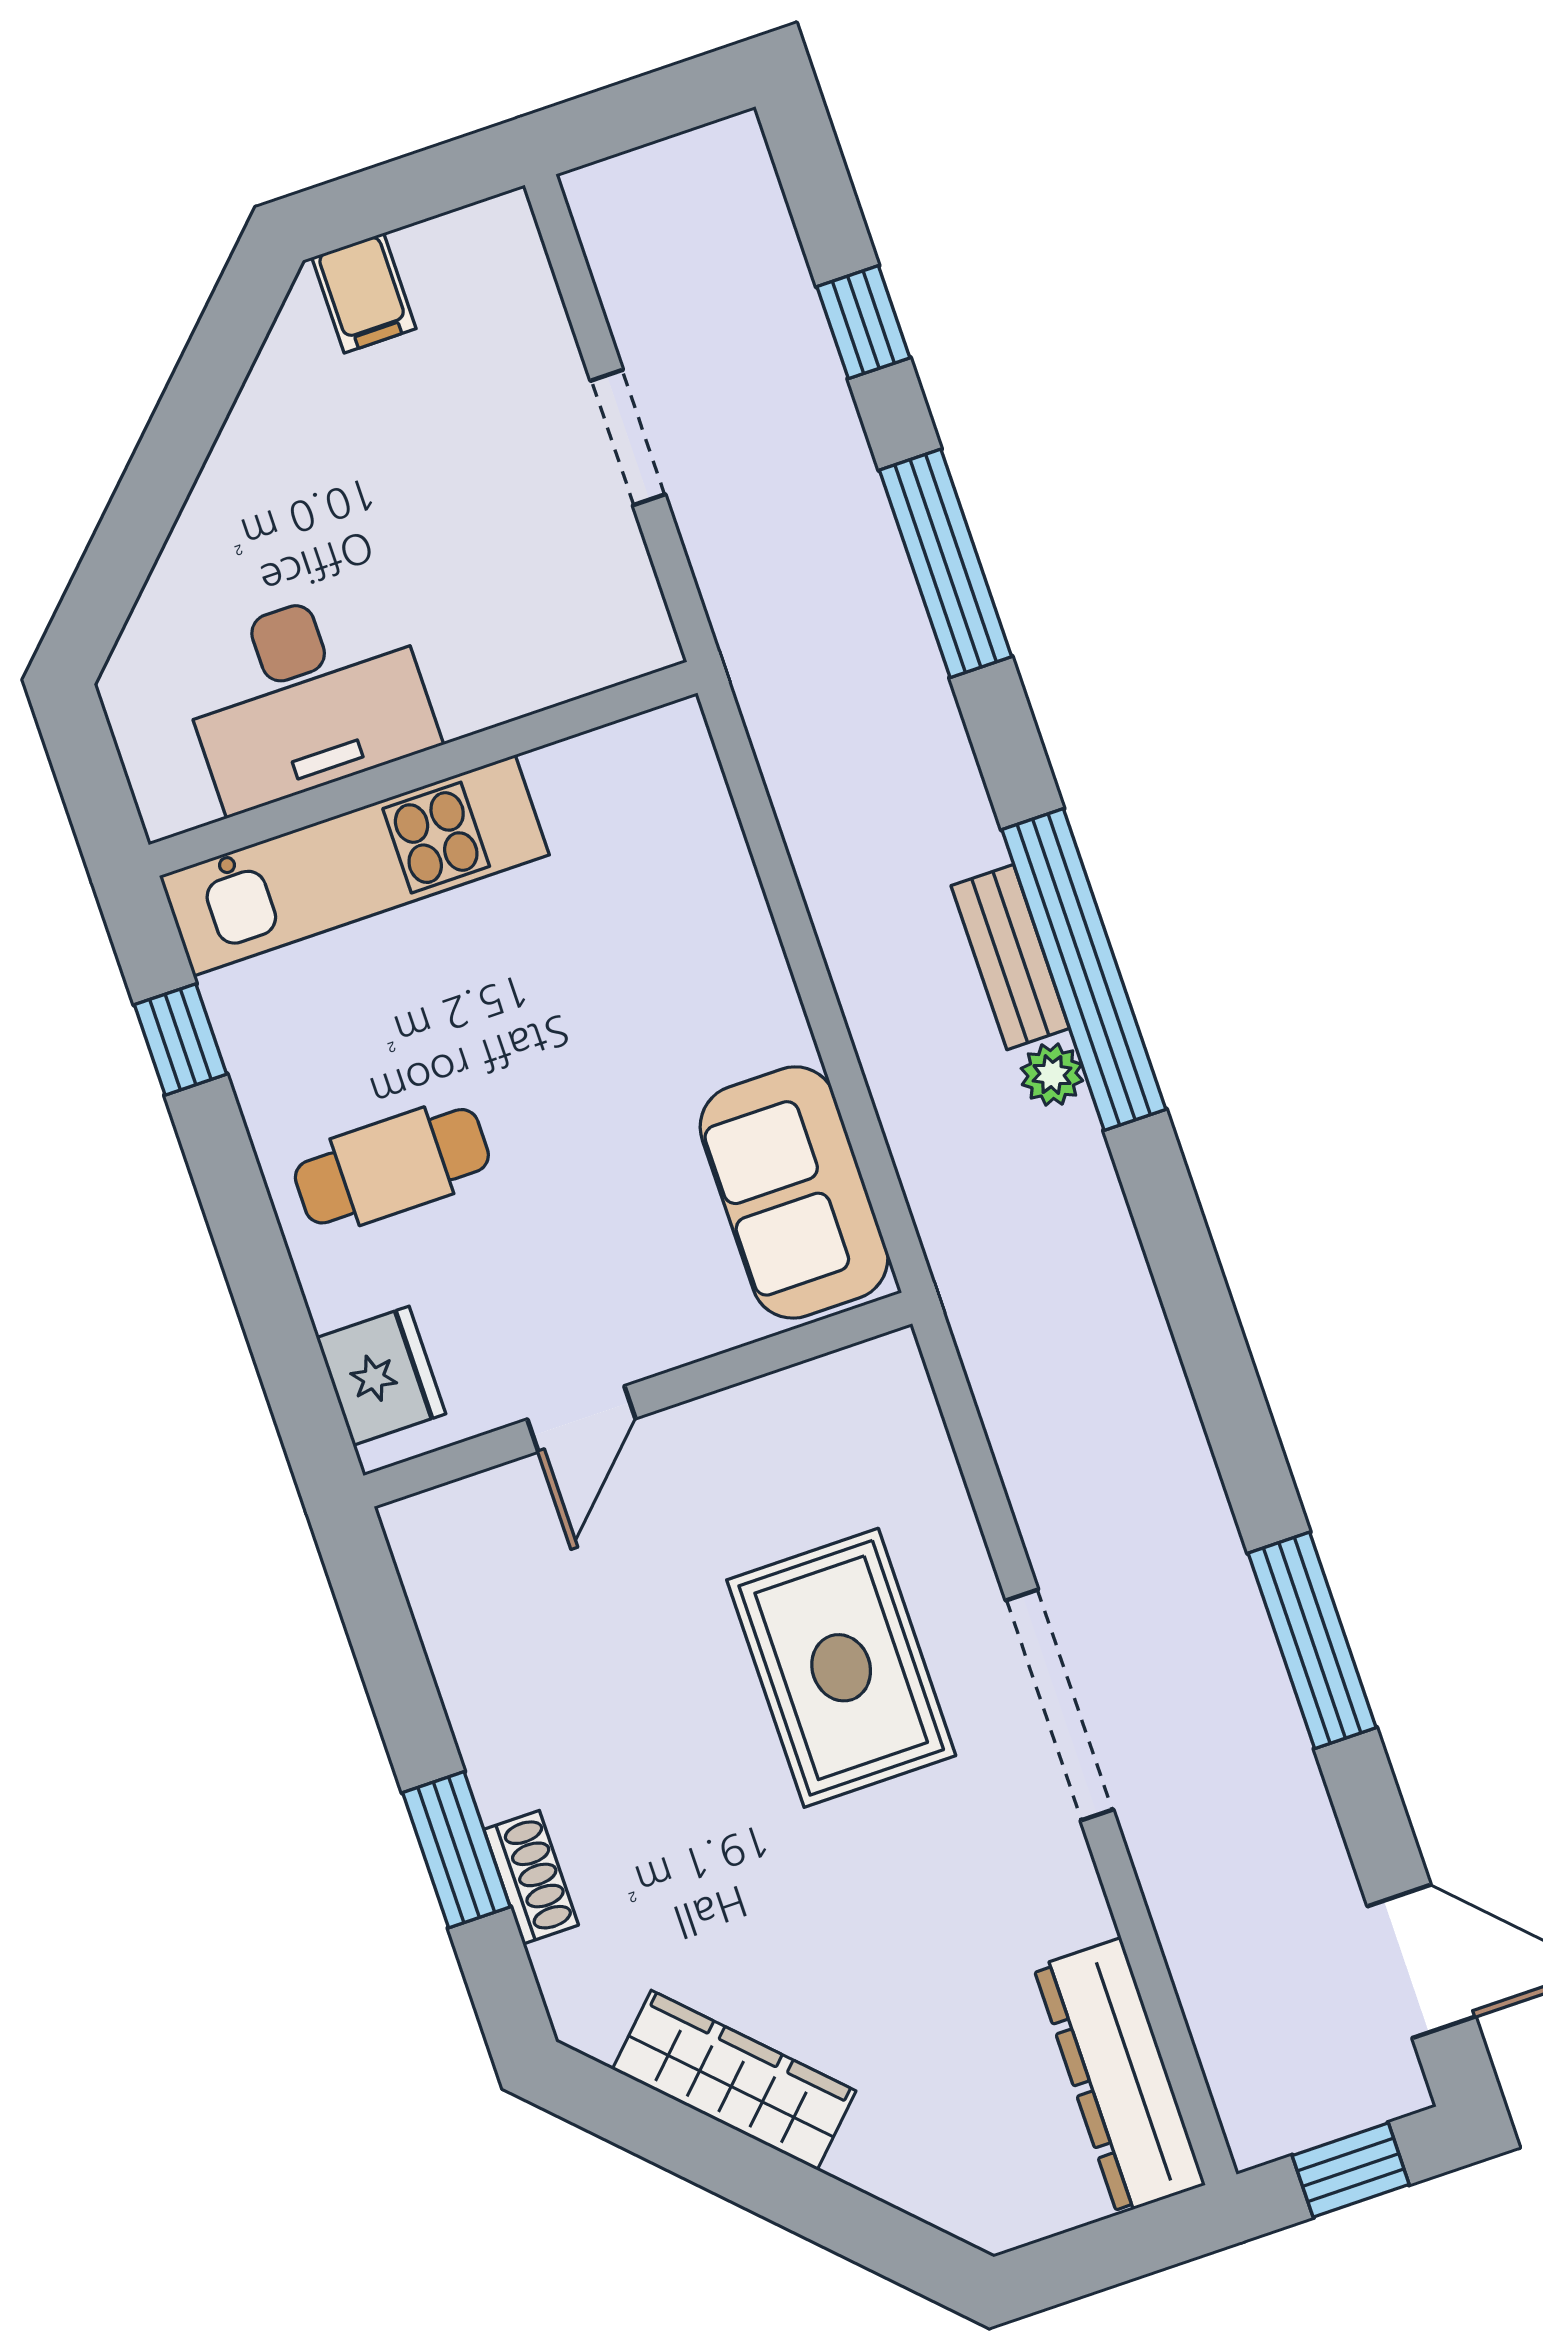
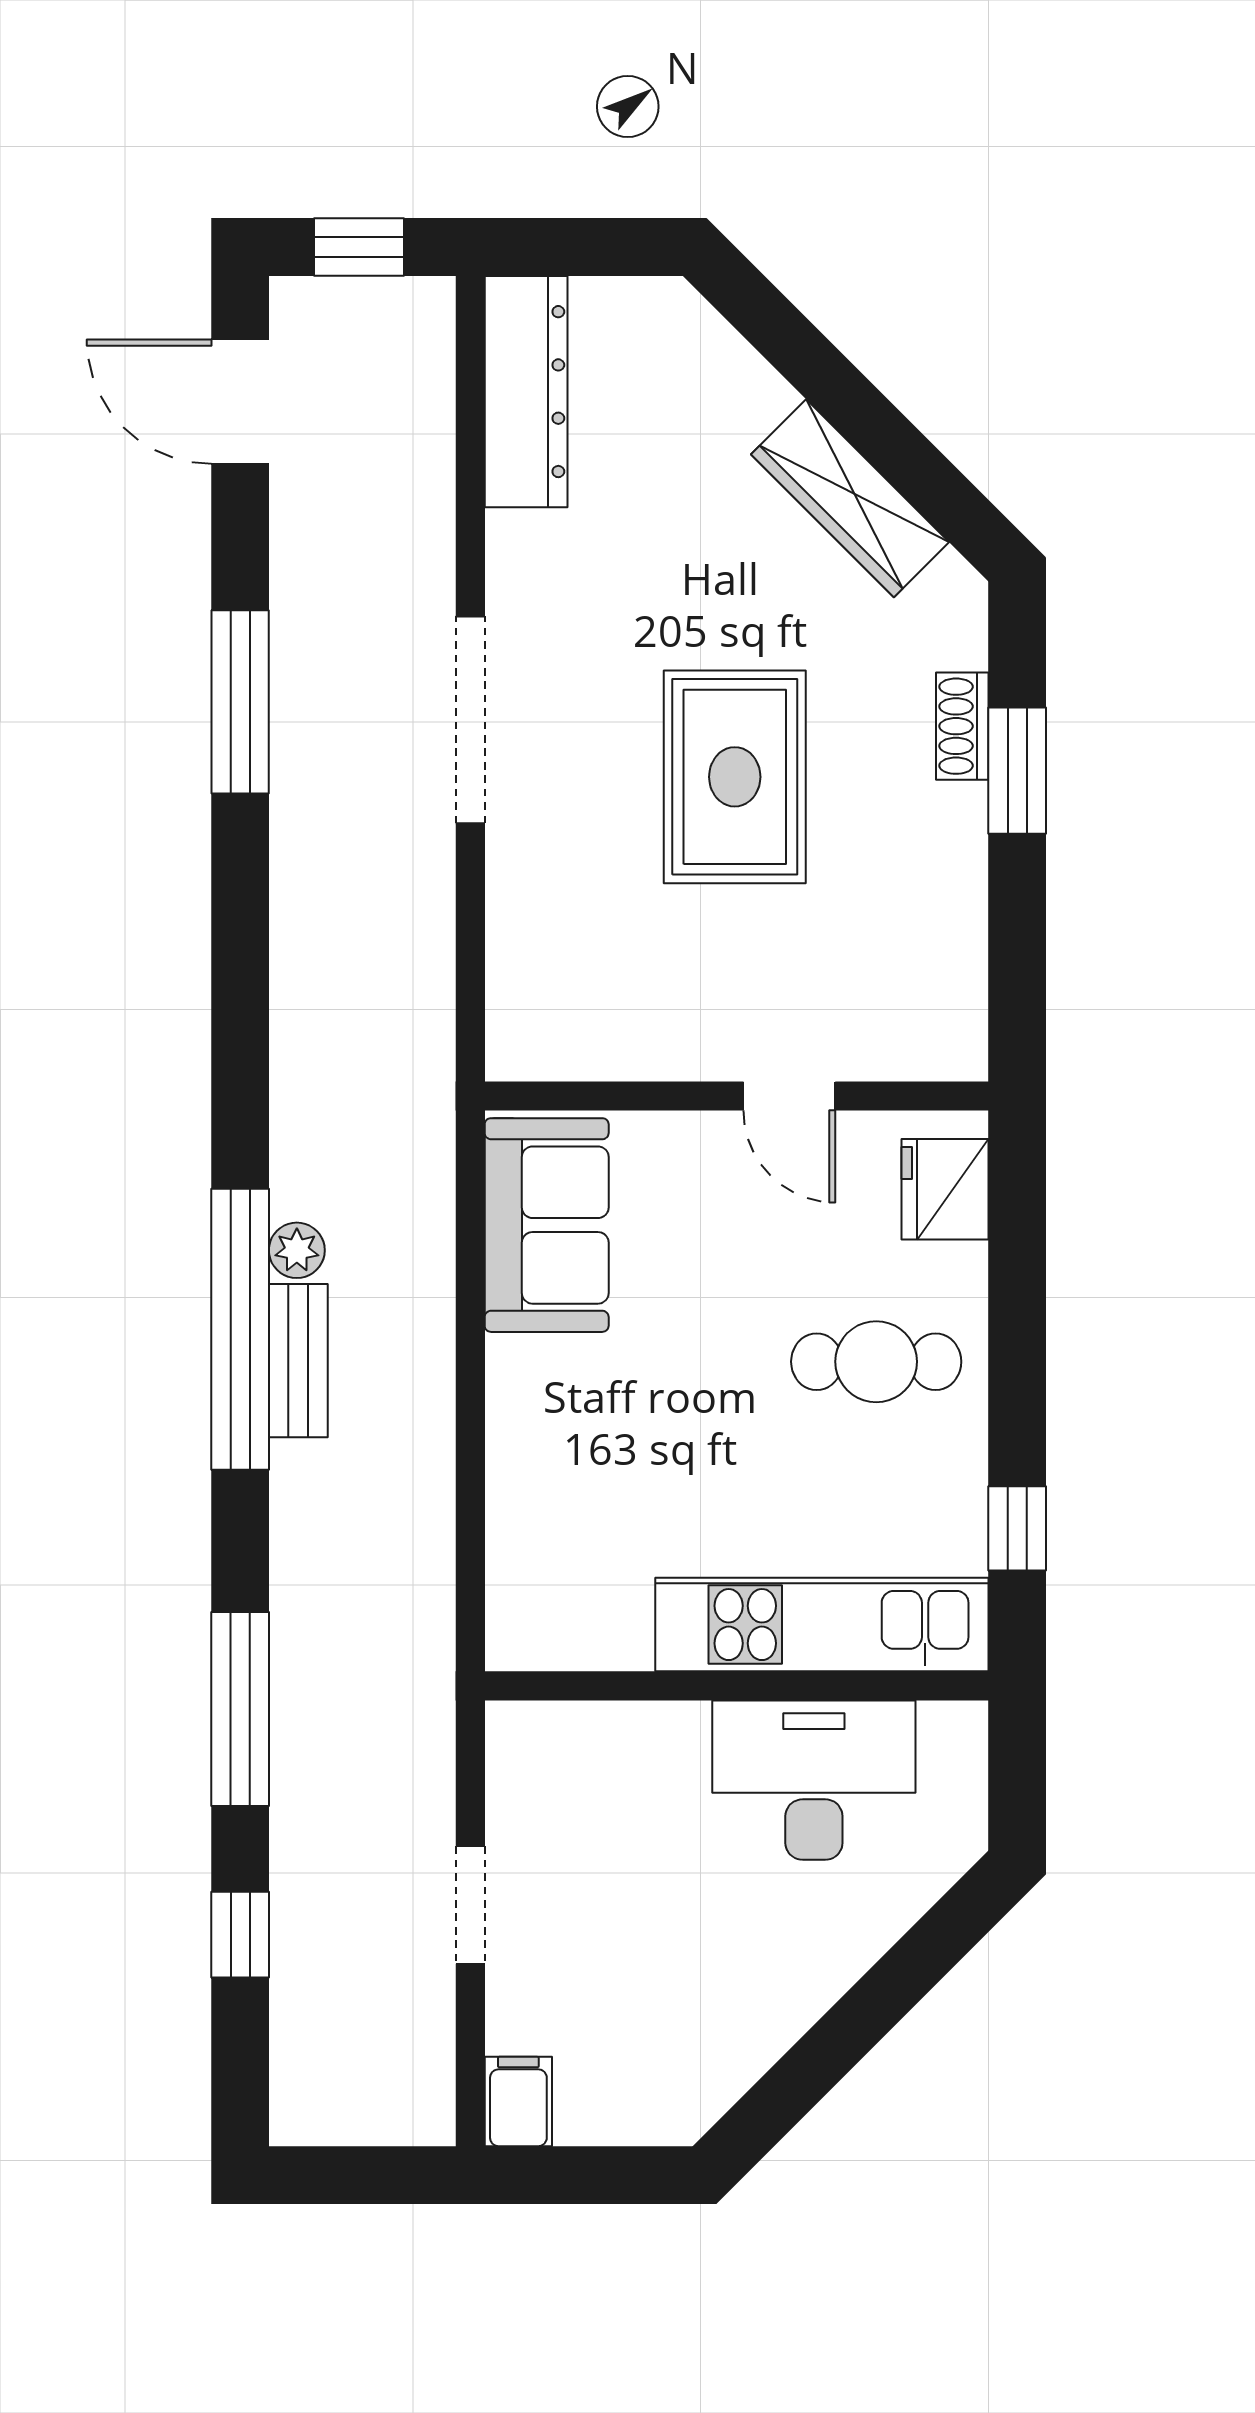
filing cabinet: (364, 293) -> (518, 2102), moved
door: (581, 1419) -> (789, 1096), swing flipped
rug: (841, 1668) -> (735, 777), moved

